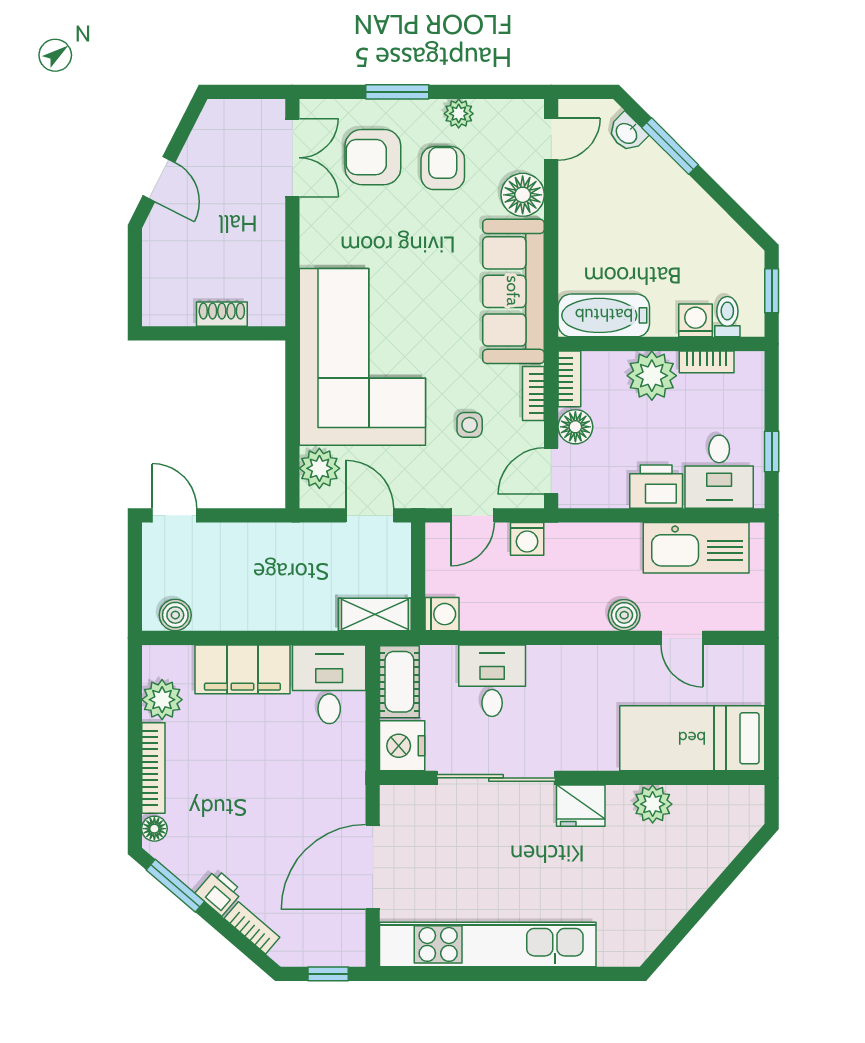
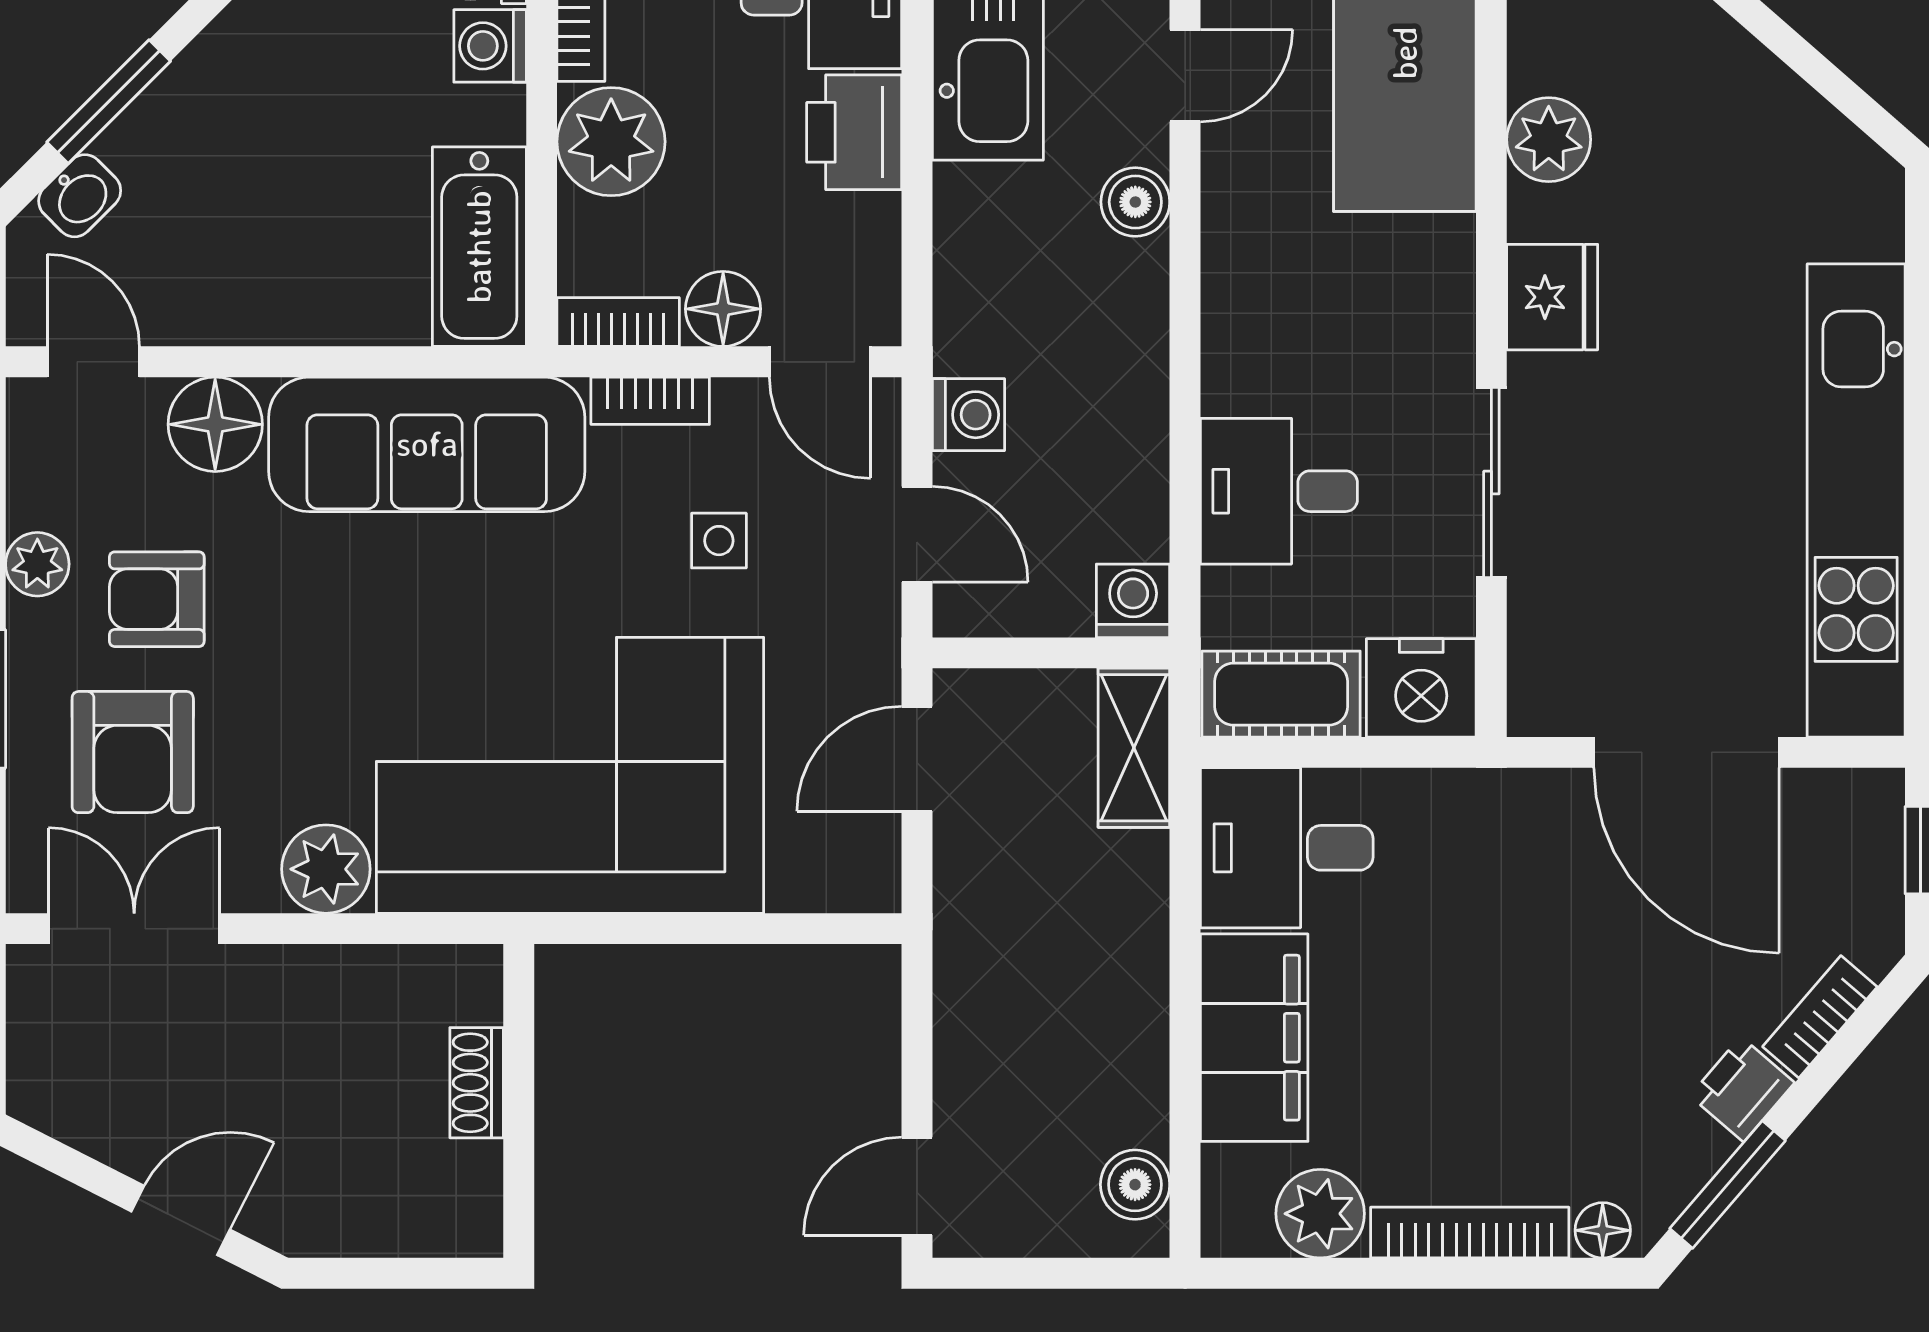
plant: (319, 468) -> (326, 869), moved
sliding door: (496, 778) -> (1491, 483), width x0.73

